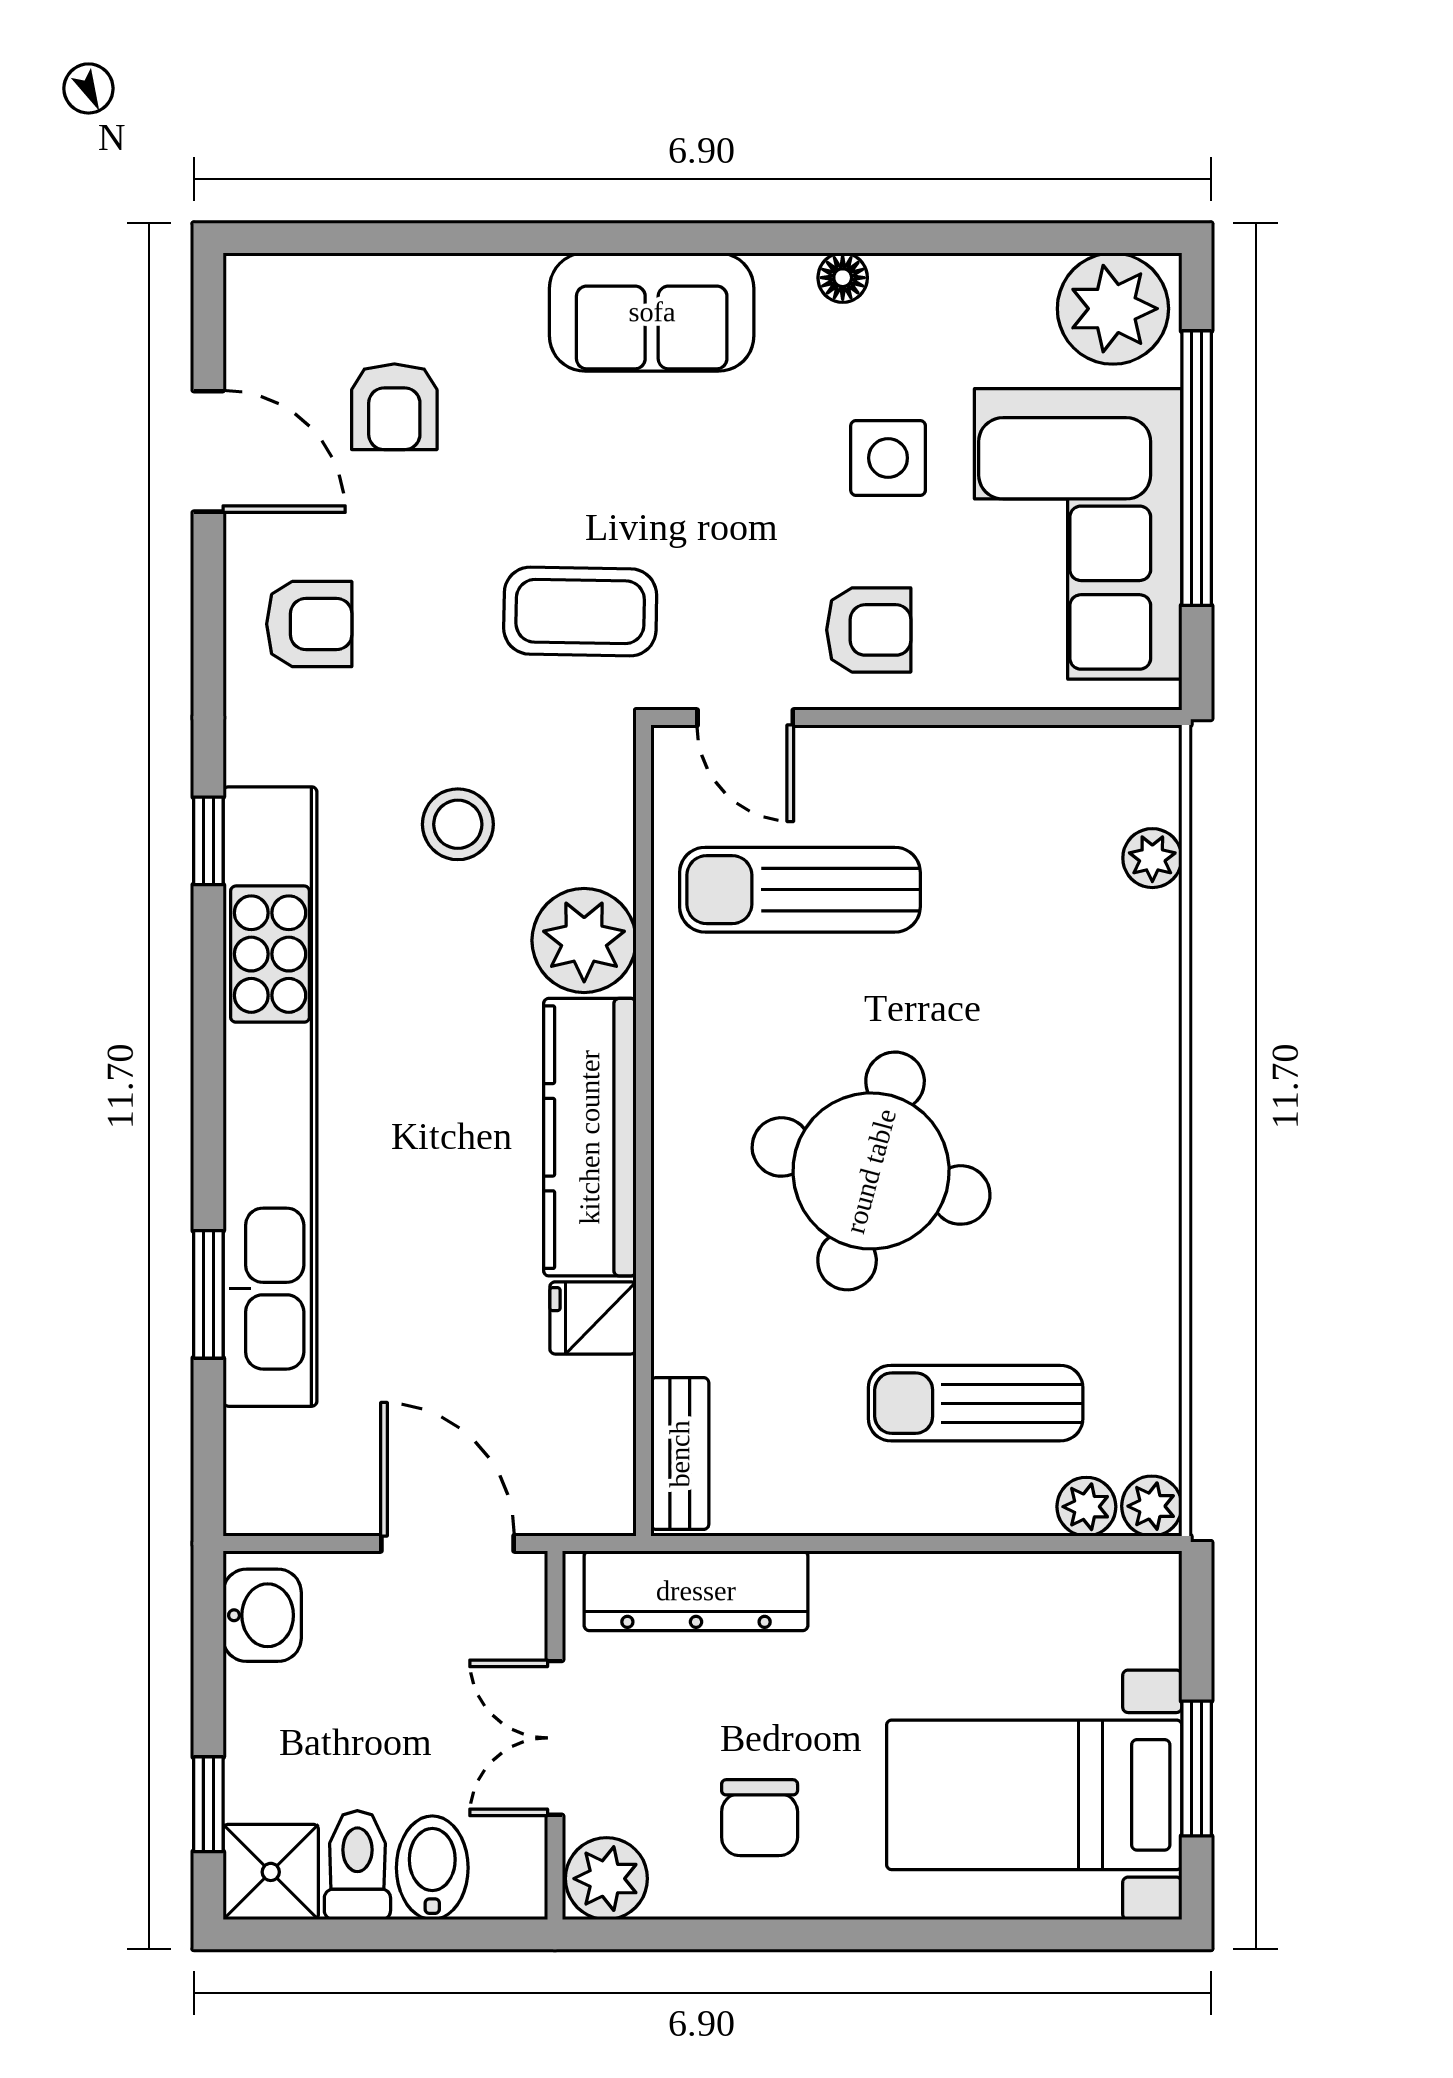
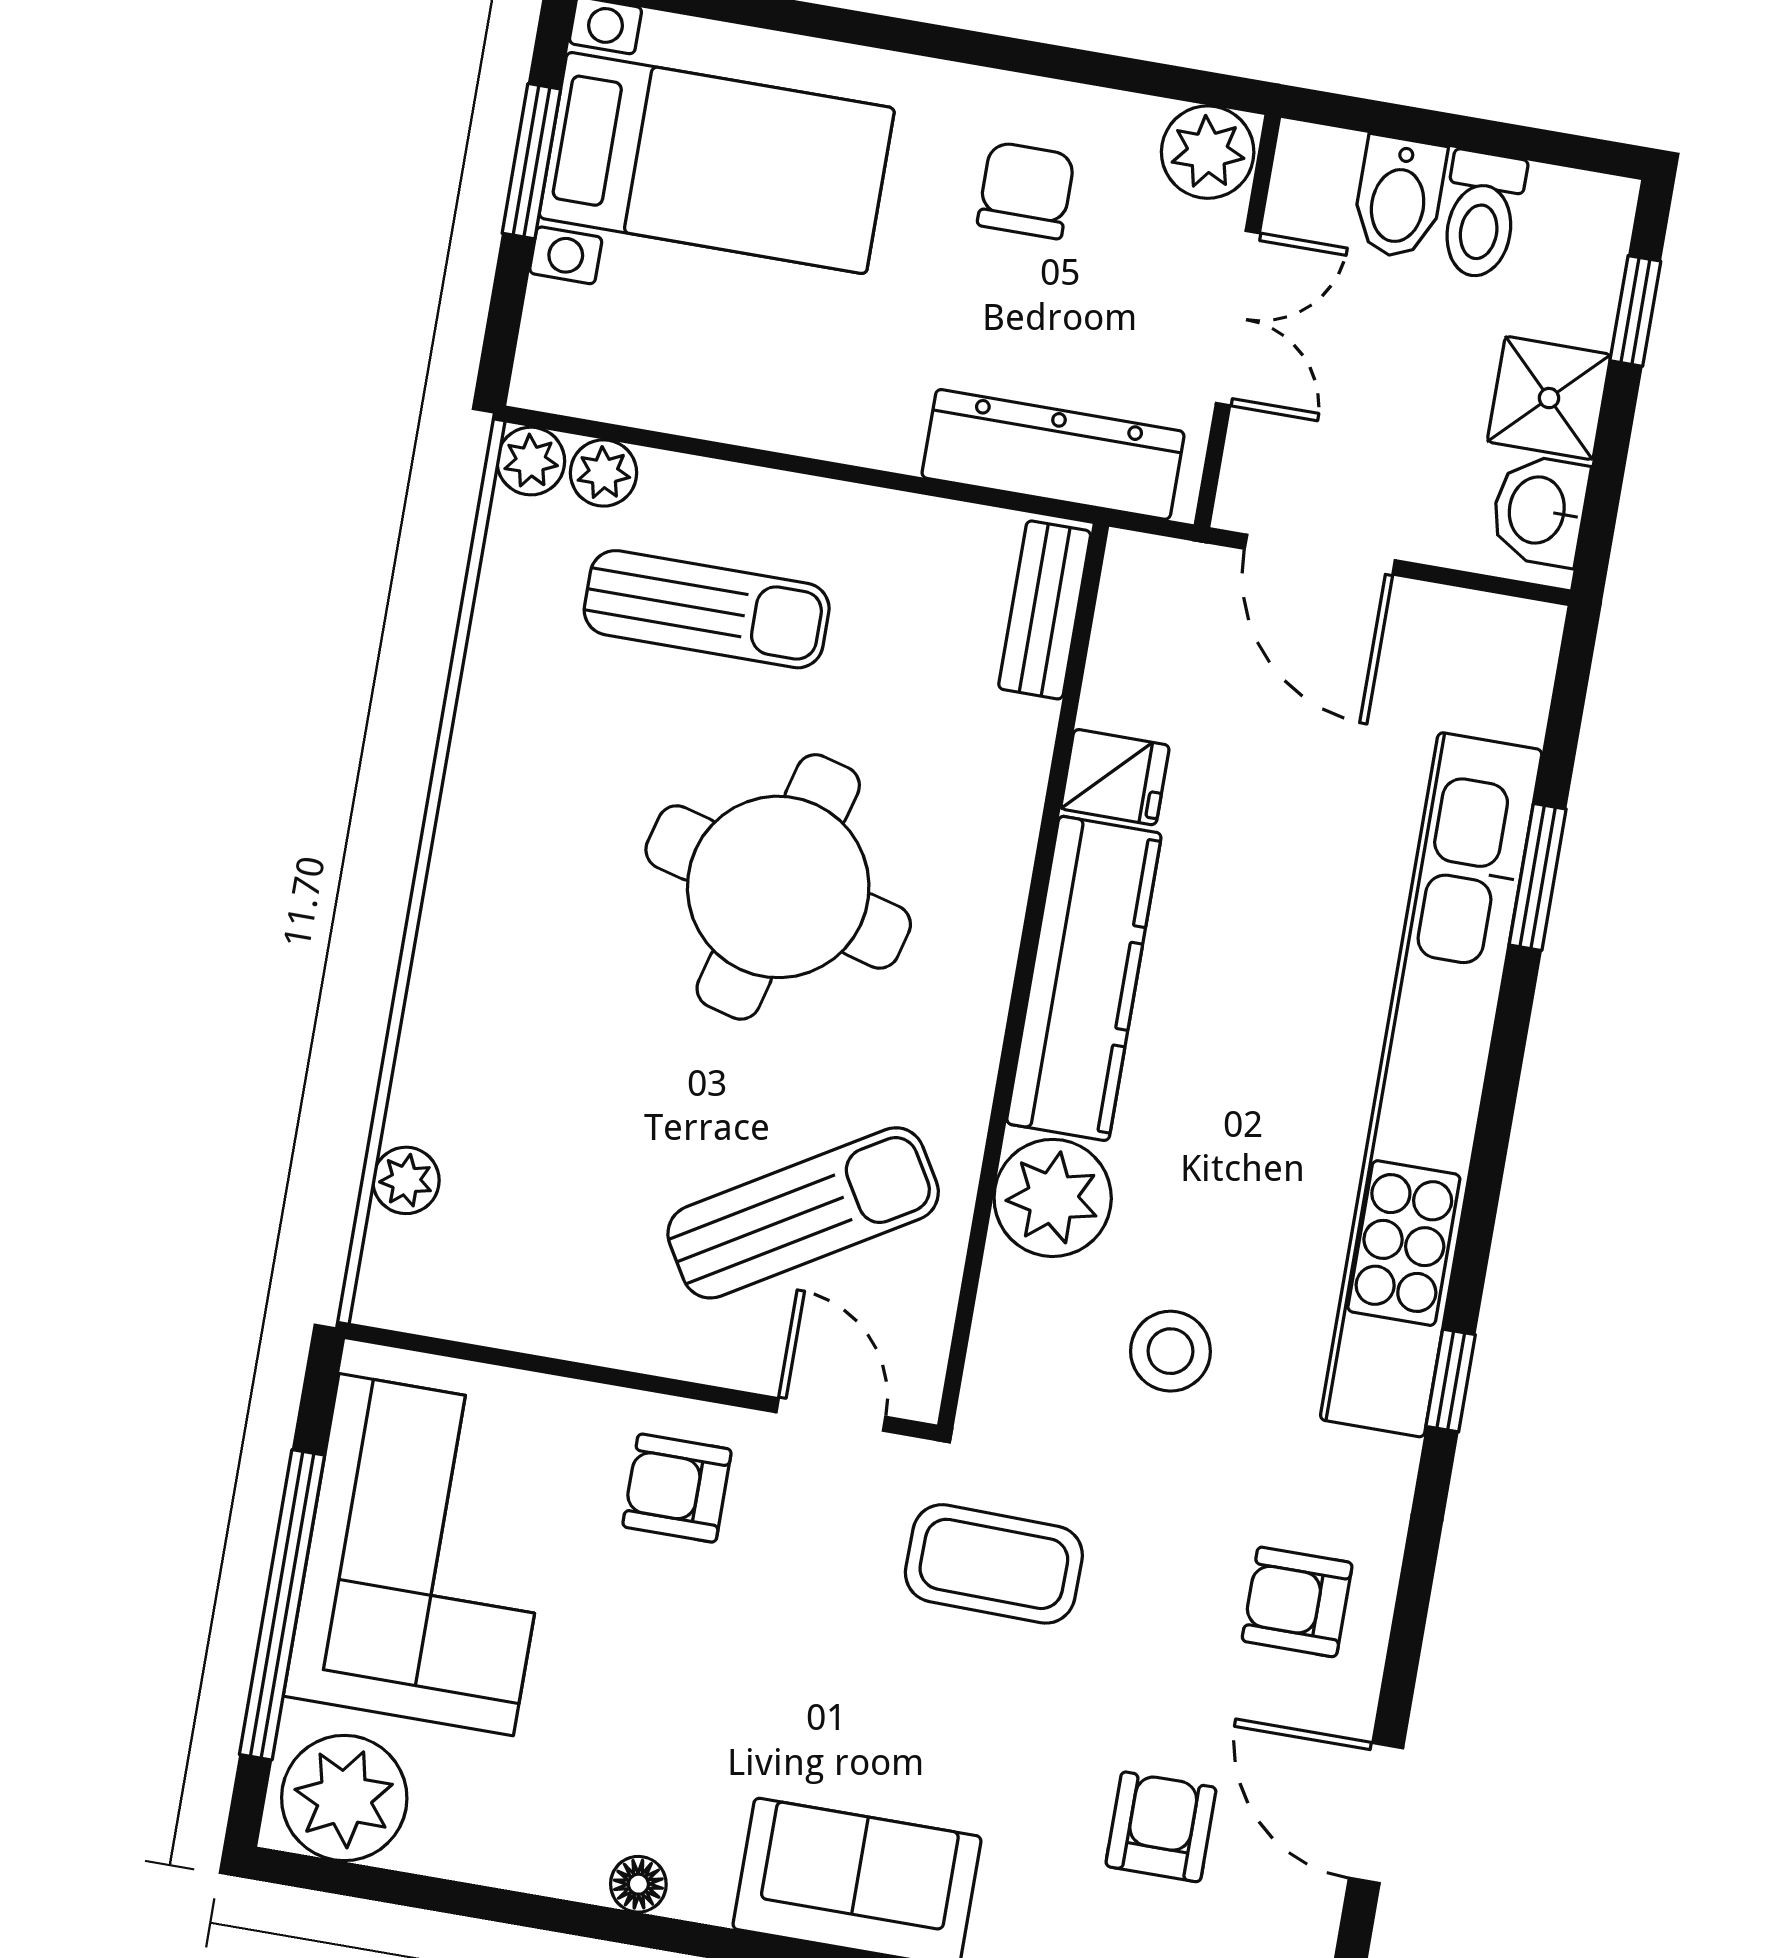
side table: (888, 458) -> (623, 1675), removed
sun lounger: (800, 890) -> (803, 1213), turned -31
shower: (271, 1872) -> (1549, 398), moved

